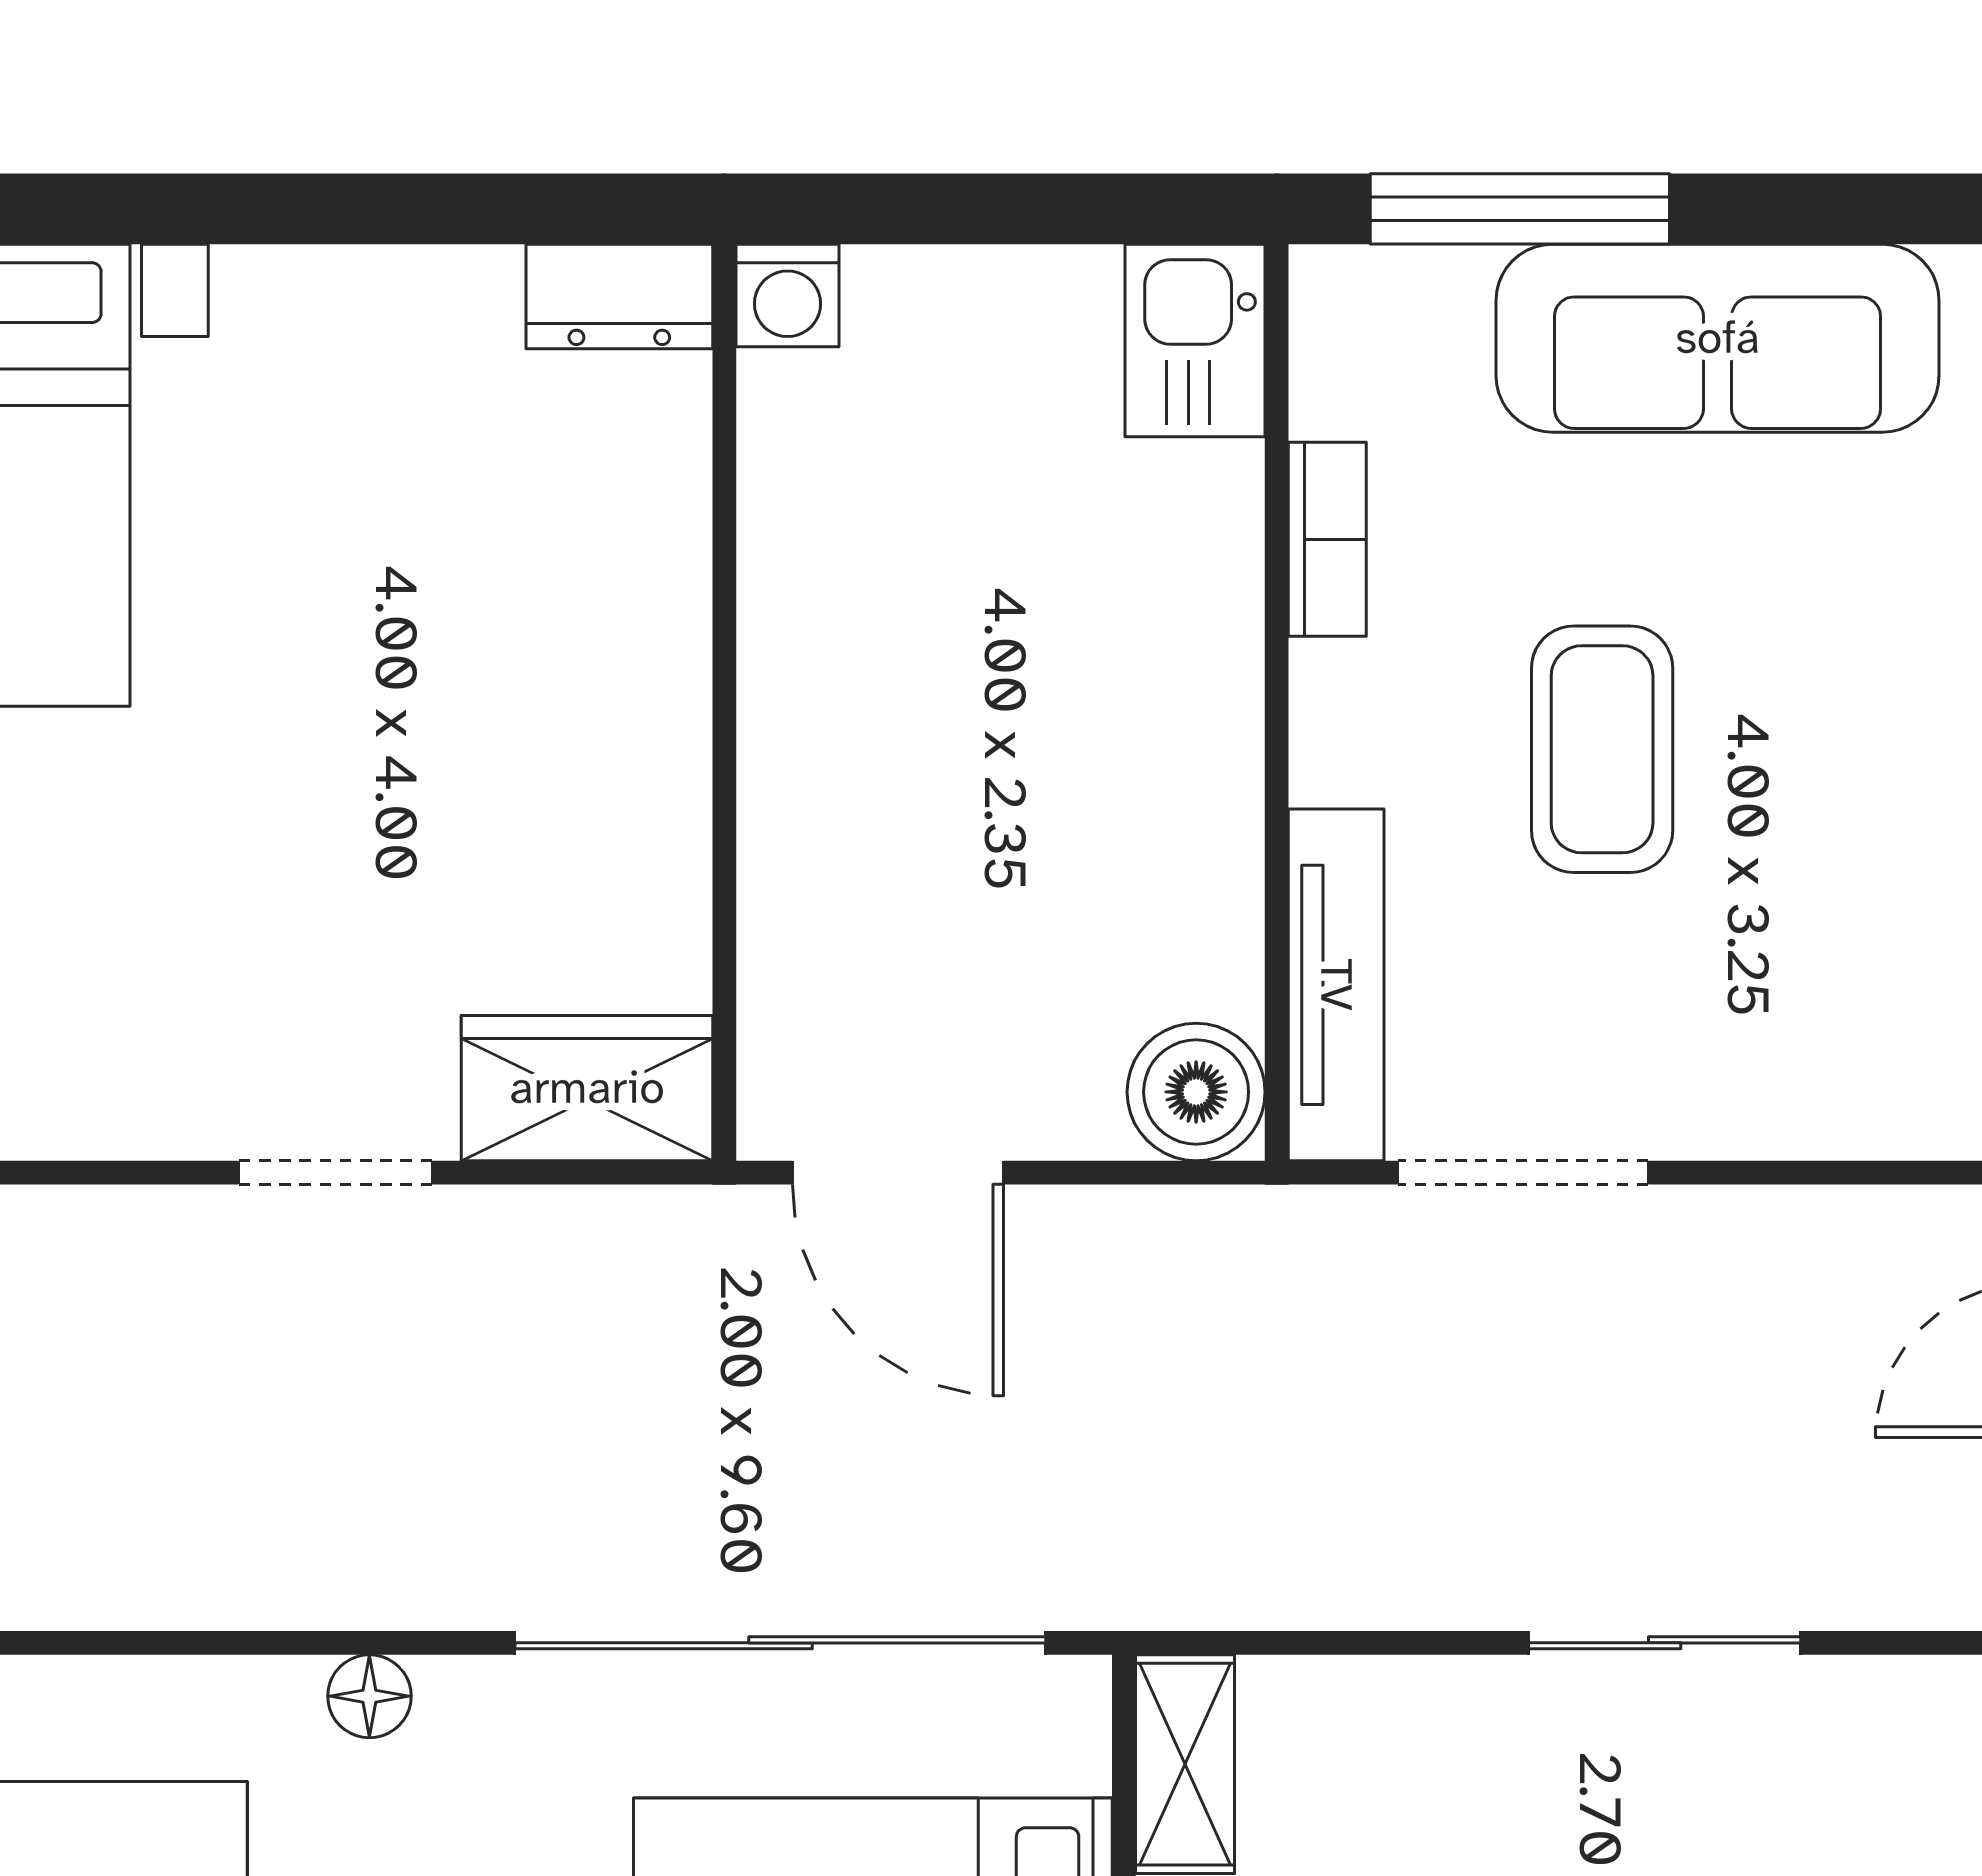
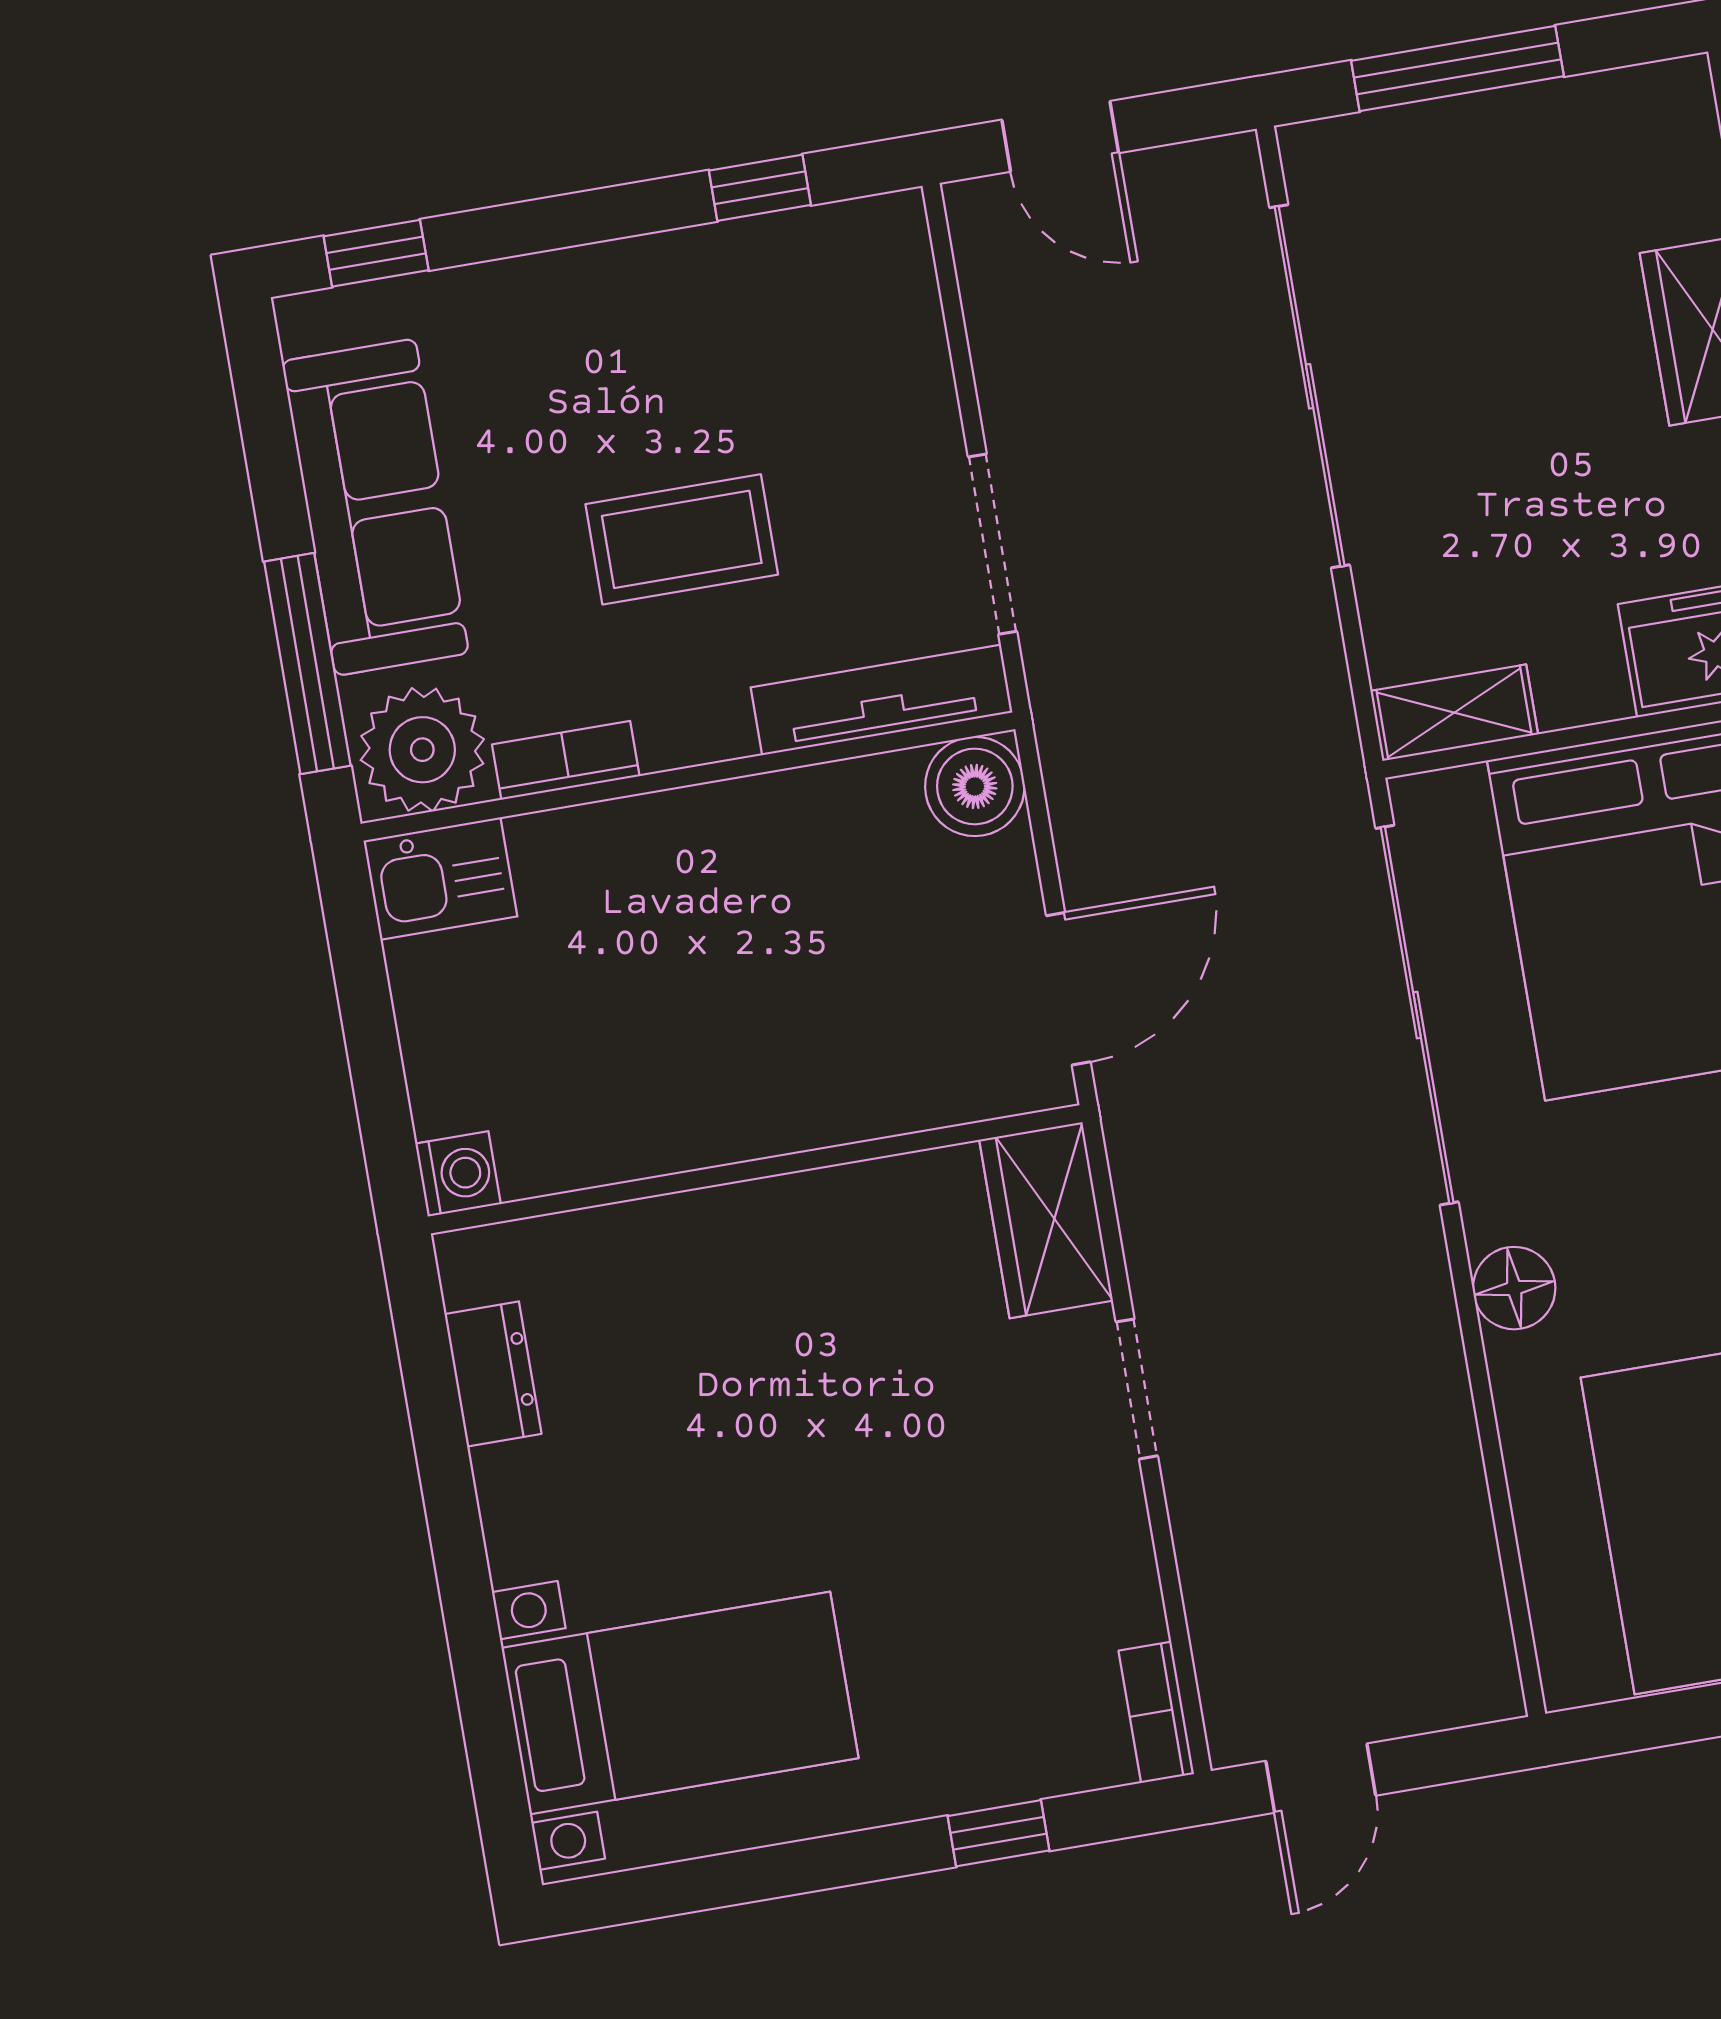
dresser: (619, 297) -> (493, 1374), moved
plant: (1375, 346) -> (422, 750), added
sliding door: (1665, 1643) -> (1310, 386), width x1.86
floor lamp: (369, 1696) -> (1514, 1288), width x1.37, depth x1.37

